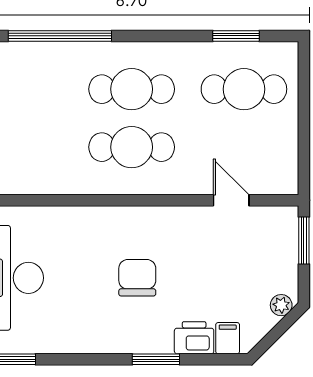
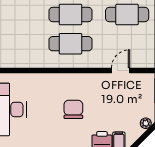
door: (231, 200) -> (121, 70), hinge flipped

